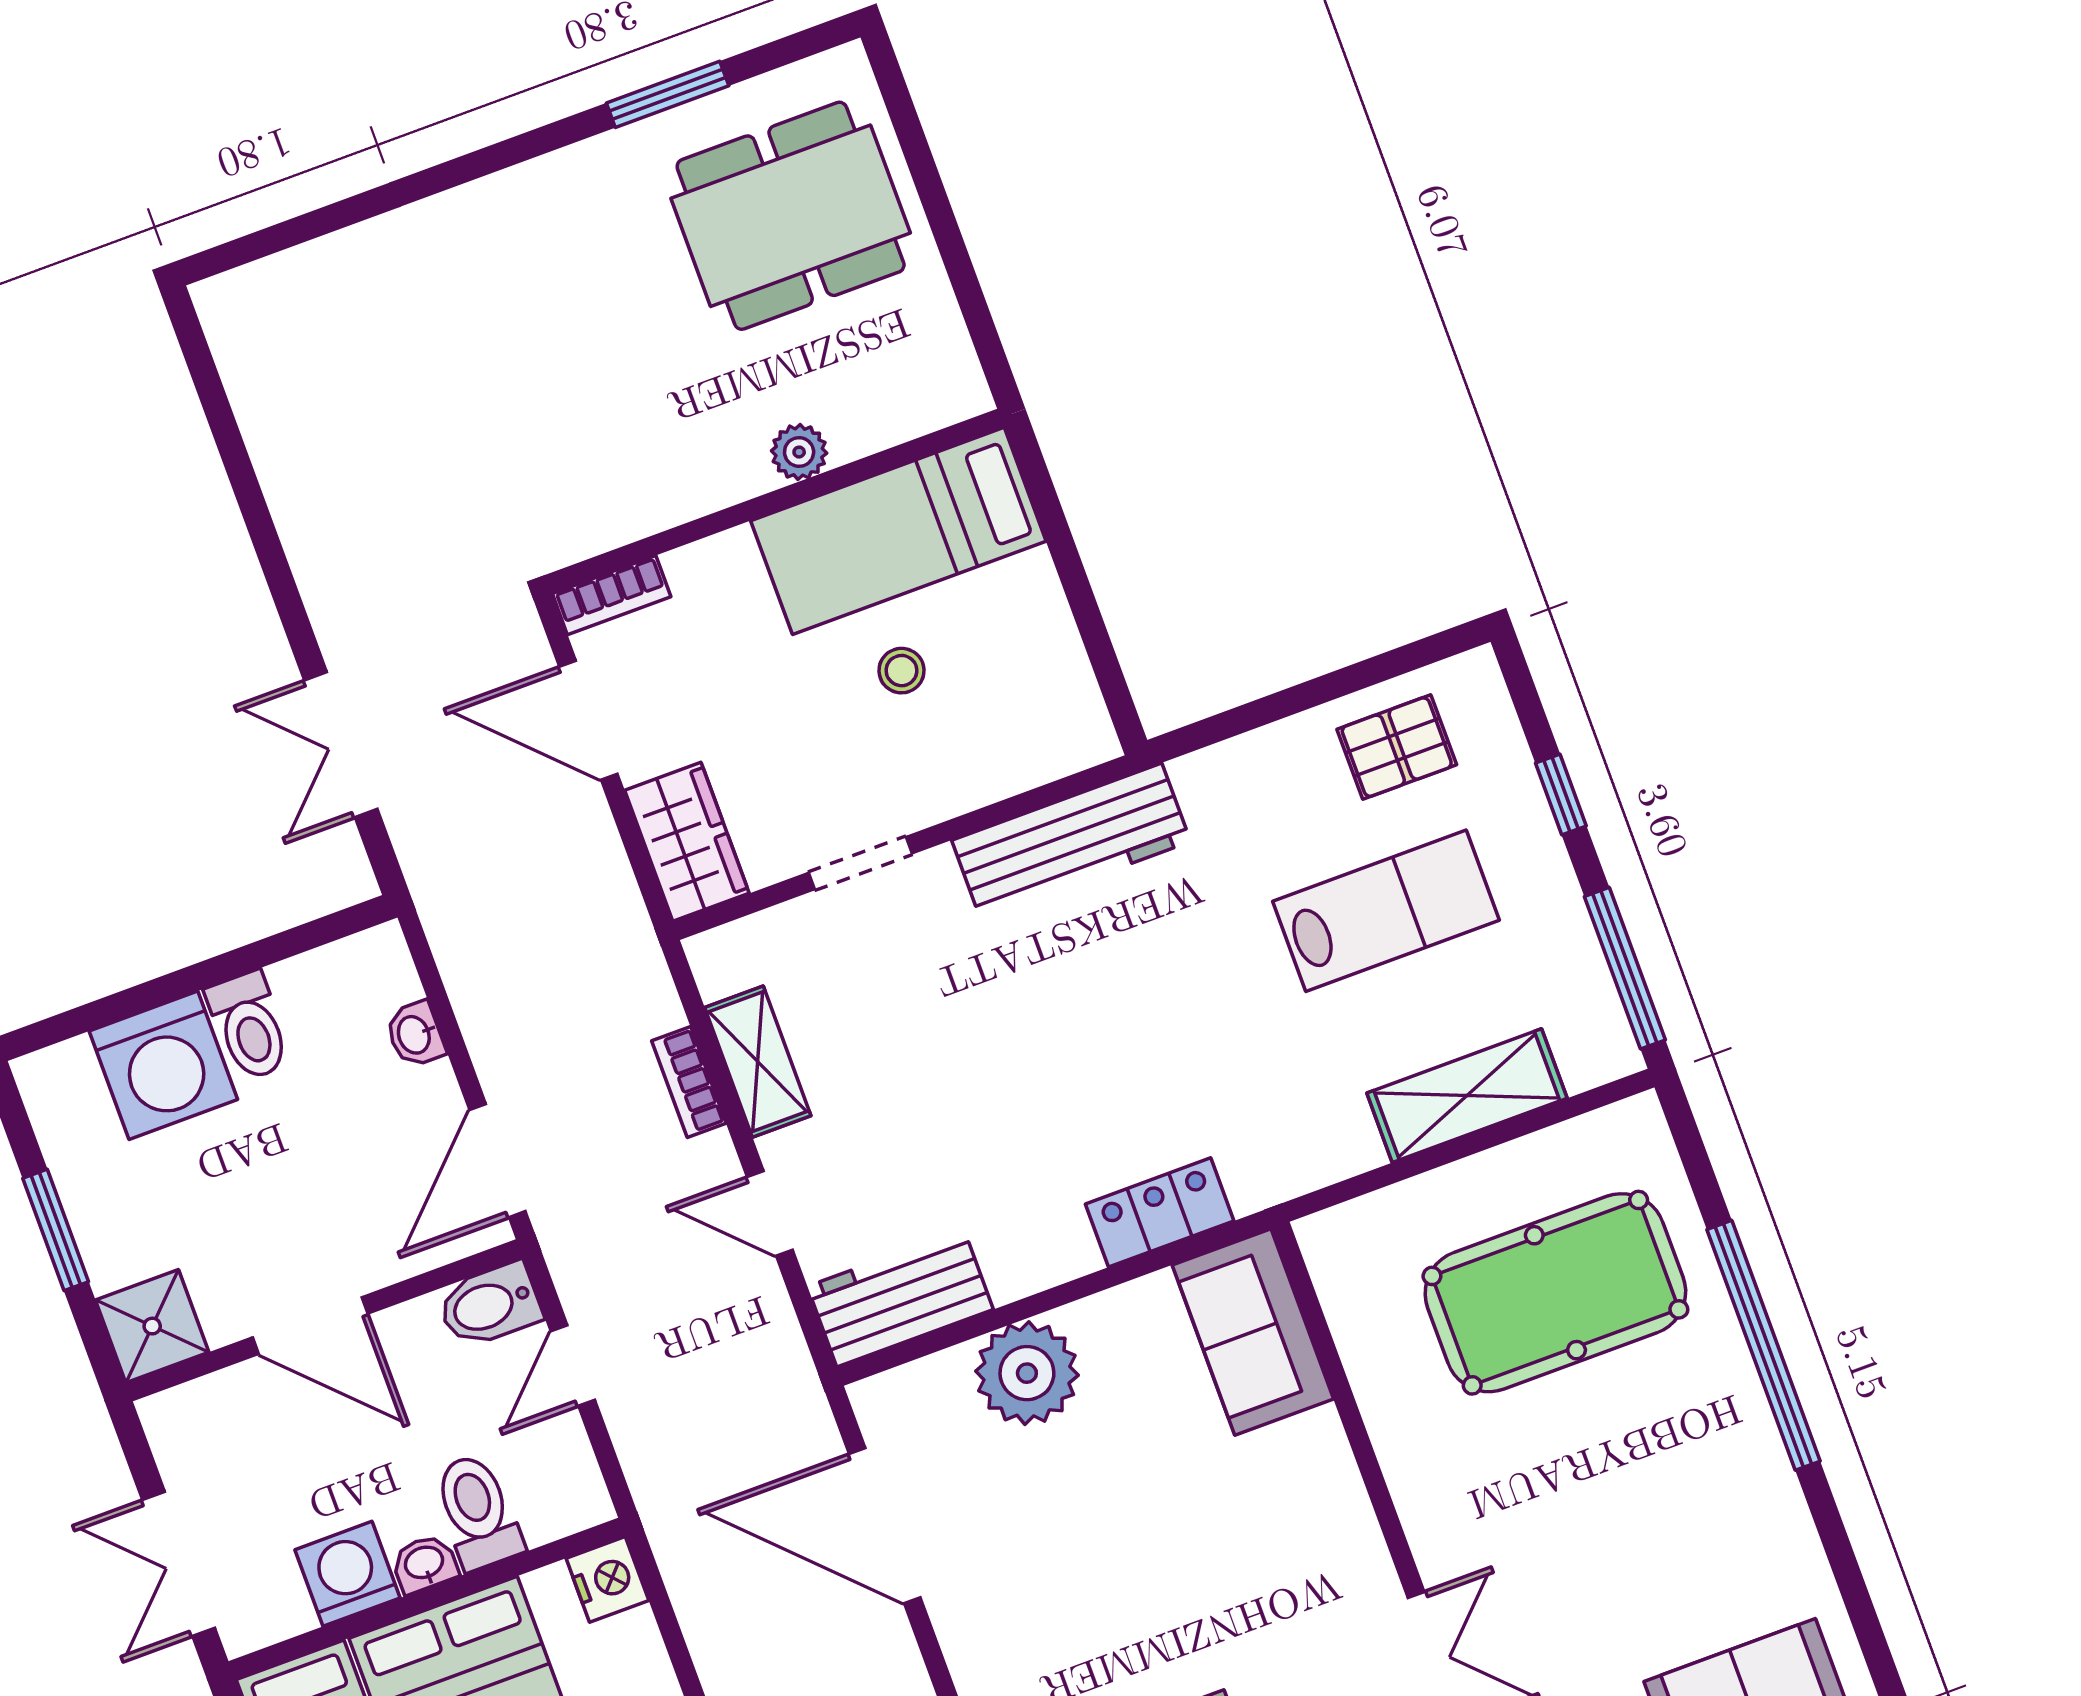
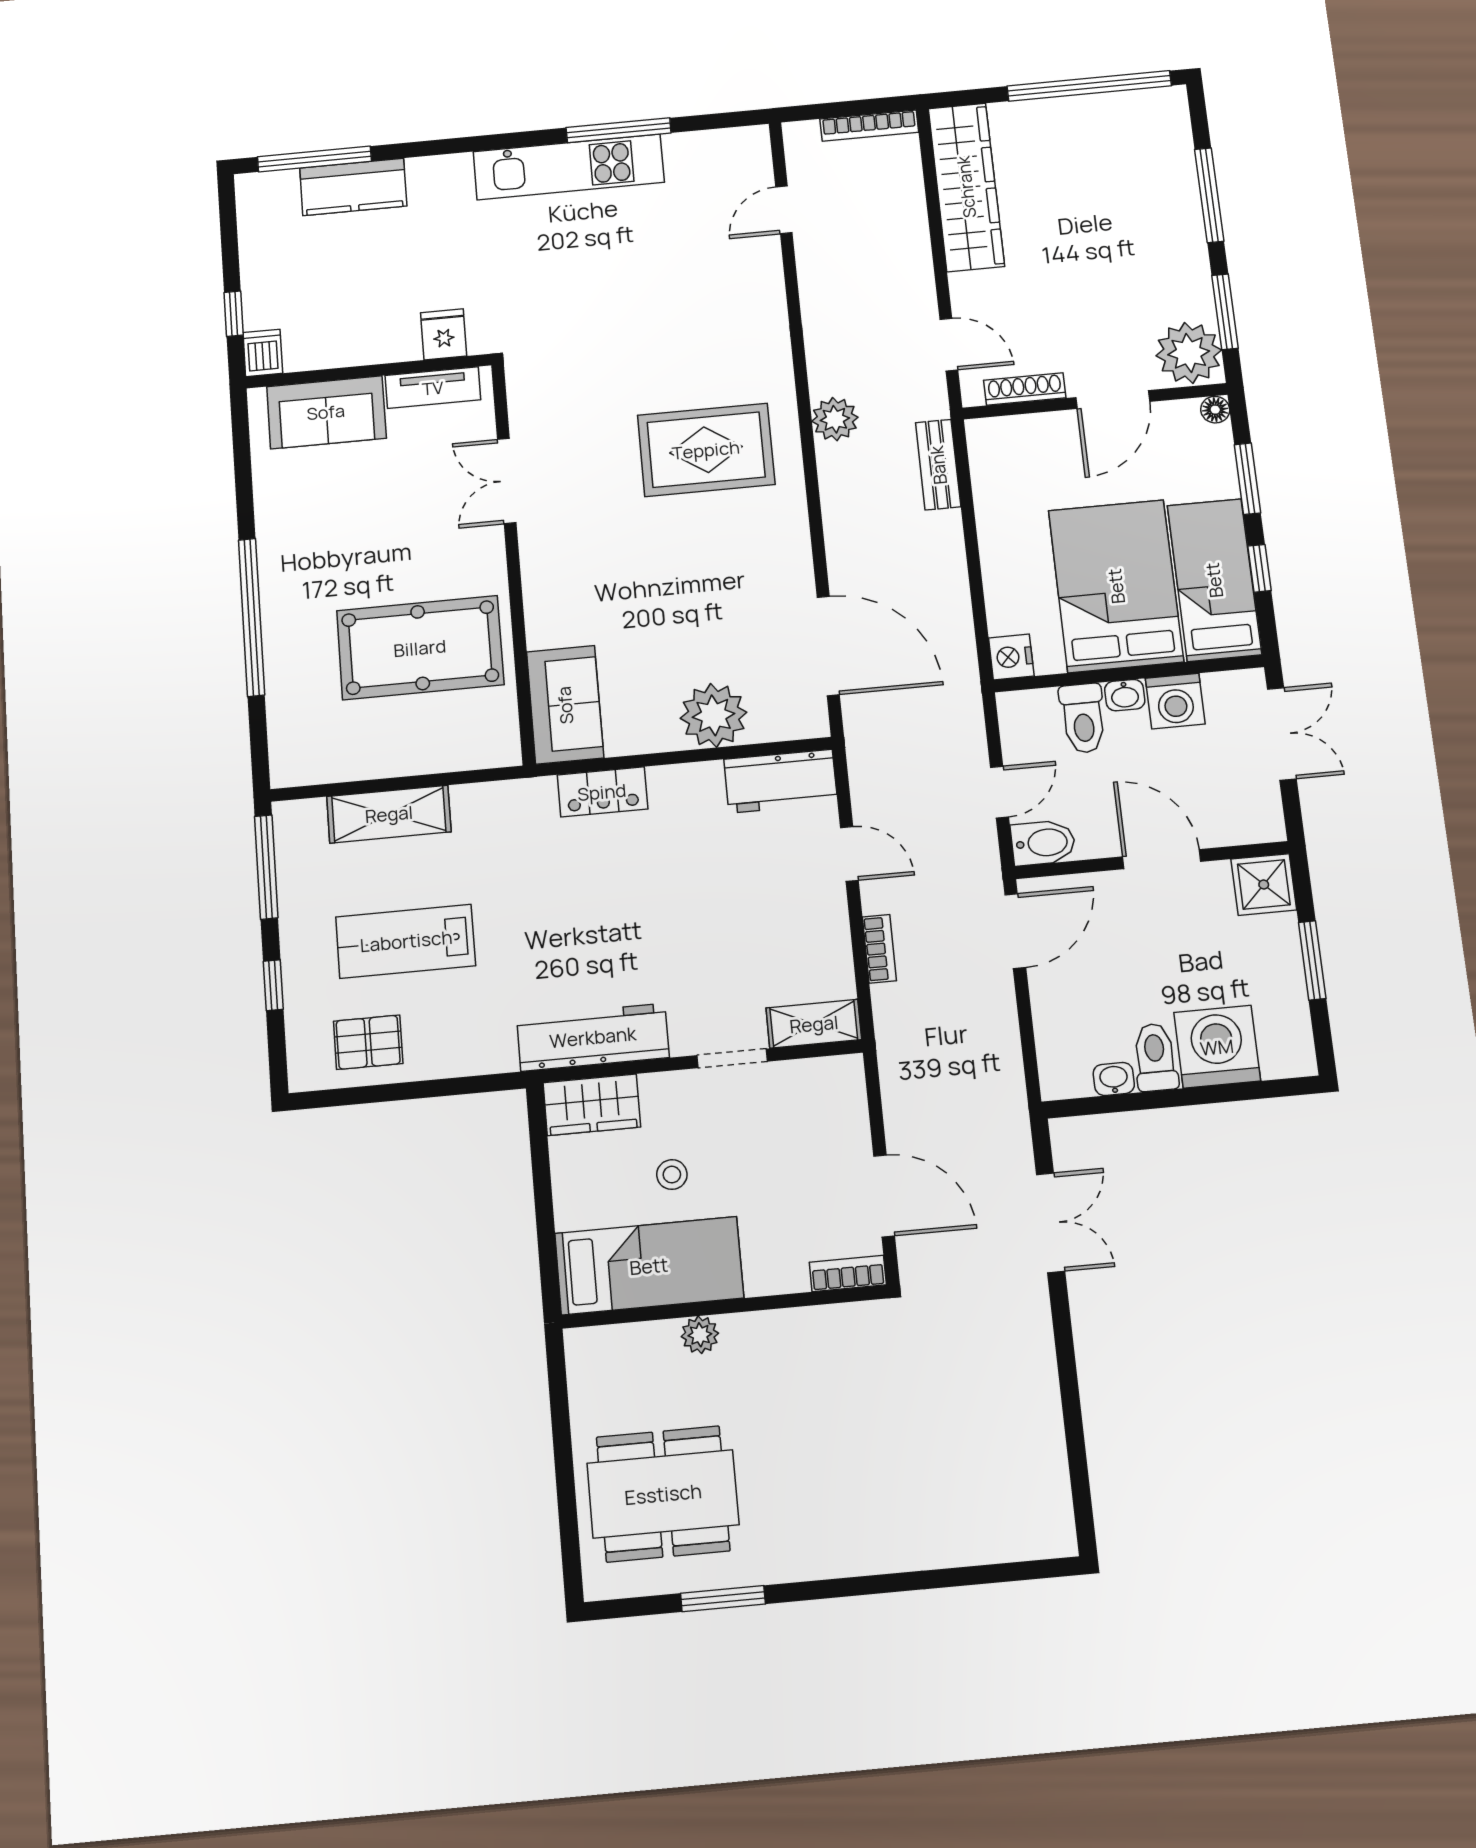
wardrobe: (687, 842) -> (592, 1105), moved, turned -90
washbasin: (415, 1034) -> (1114, 1079), moved, turned -90
shelving: (758, 1062) -> (814, 1024), moved, turned 90
pool table: (1555, 1293) -> (420, 648), moved

